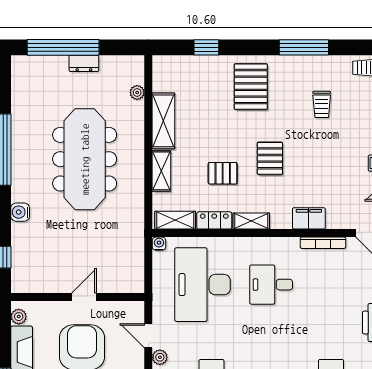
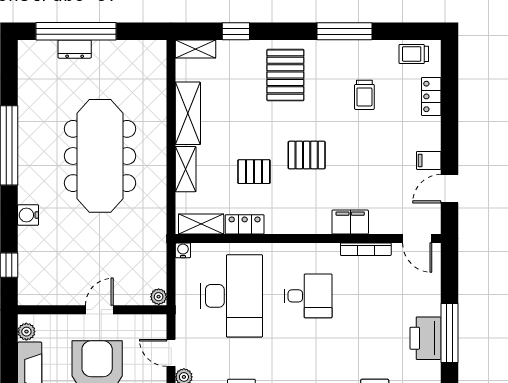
dresser: (84, 63) -> (75, 49), moved
plant: (137, 92) -> (159, 297), moved
pallet: (270, 158) -> (307, 155), turned 90
shelving: (251, 221) -> (196, 49), moved
desk: (202, 285) -> (231, 296), turned 180
desk: (271, 285) -> (308, 296), turned 180

